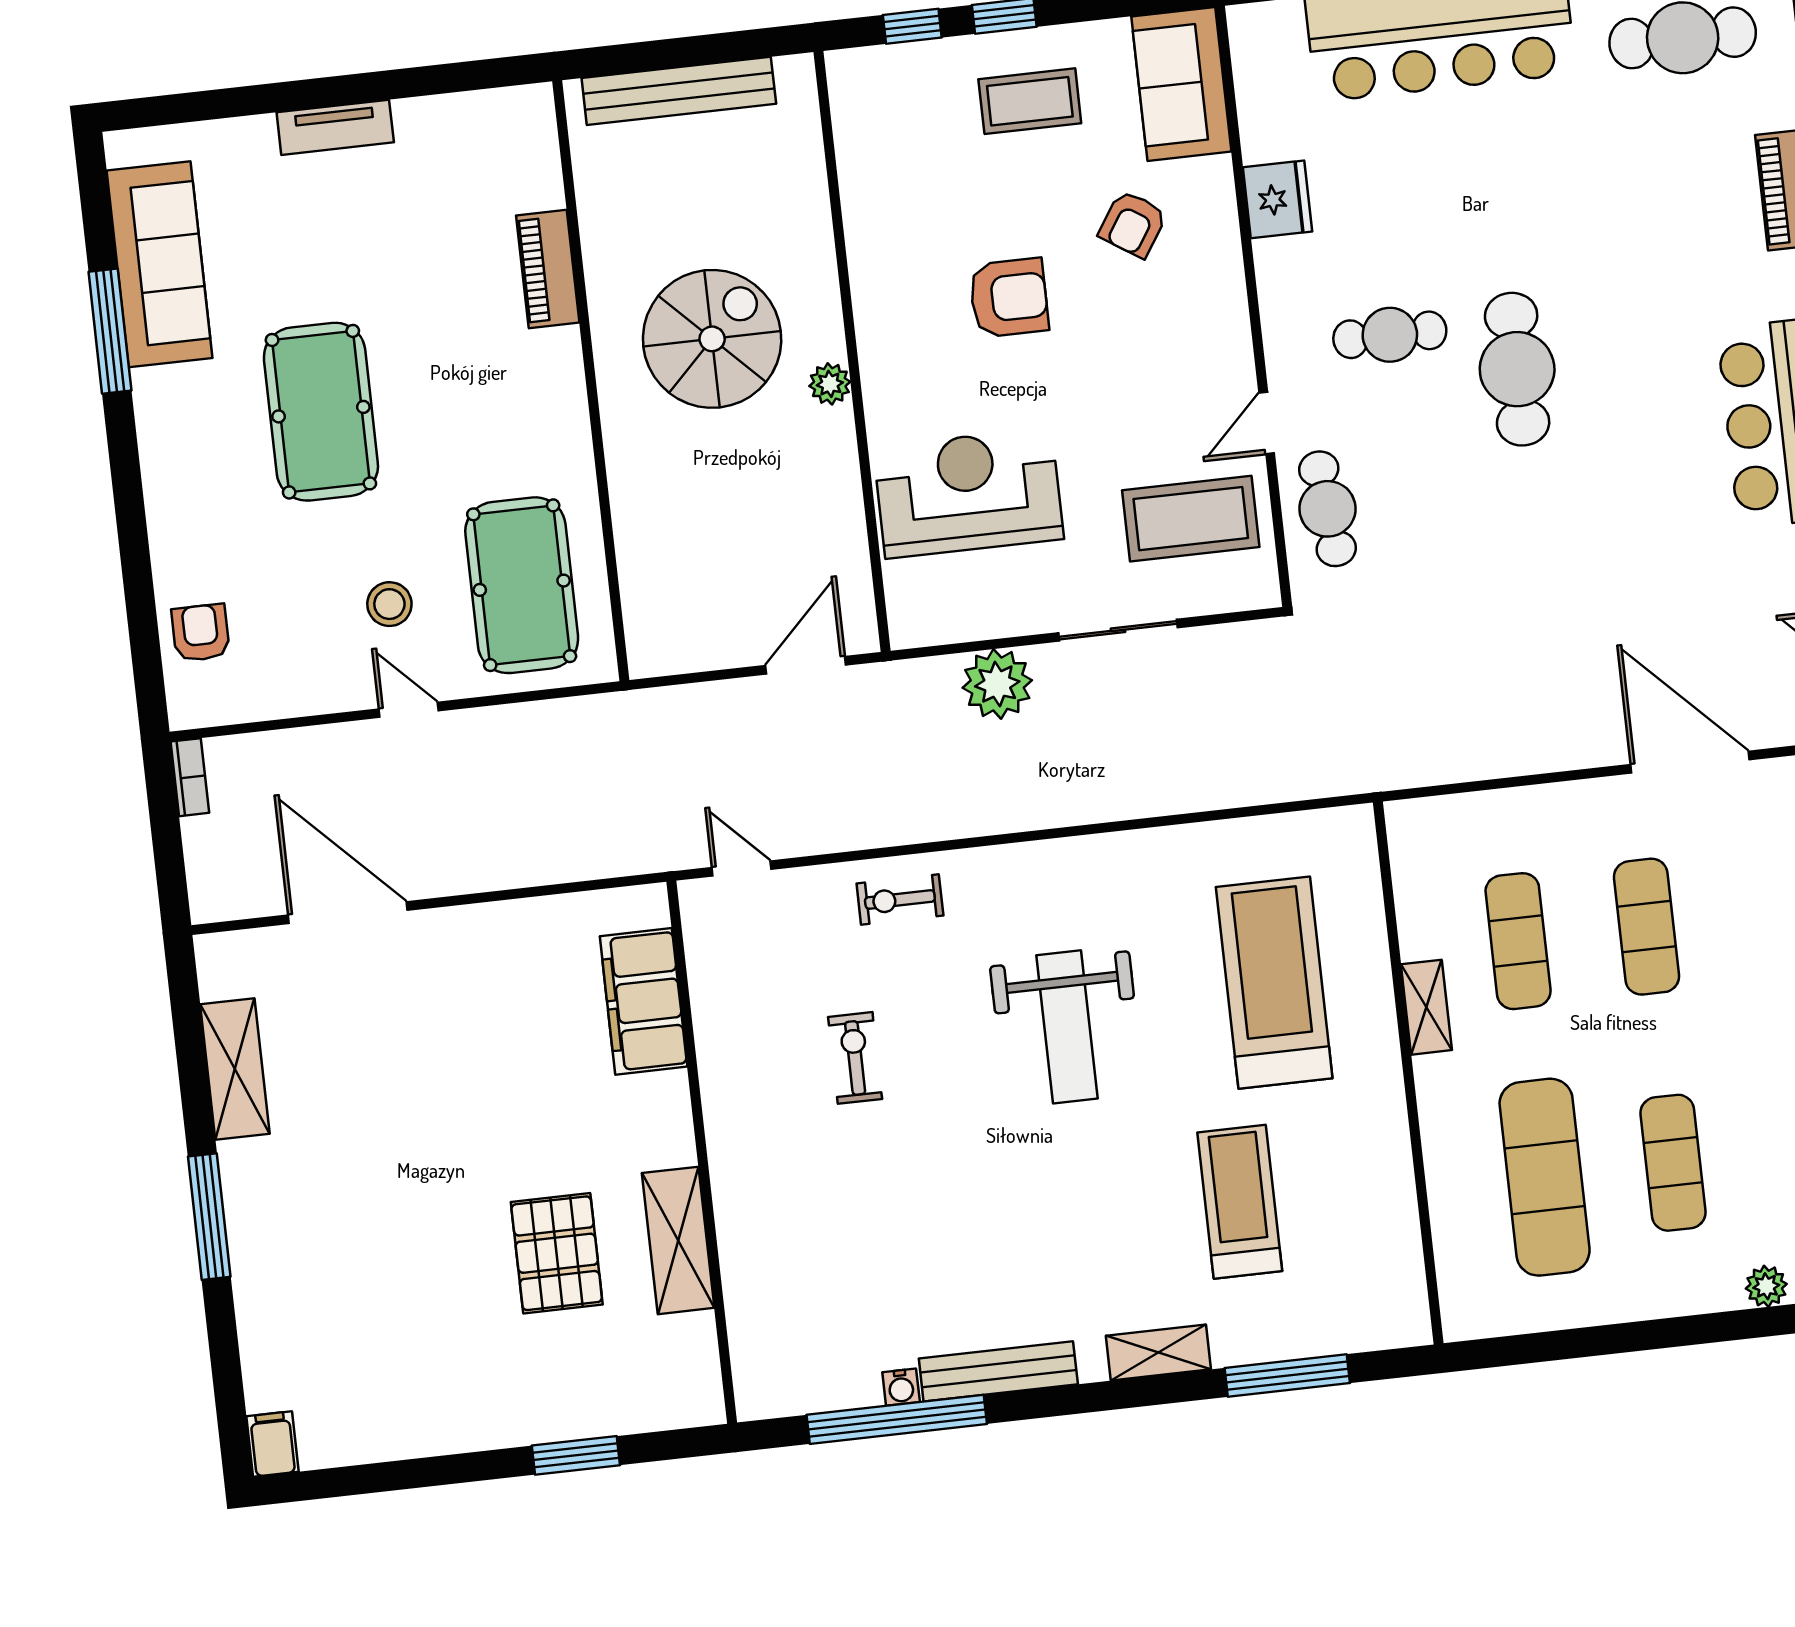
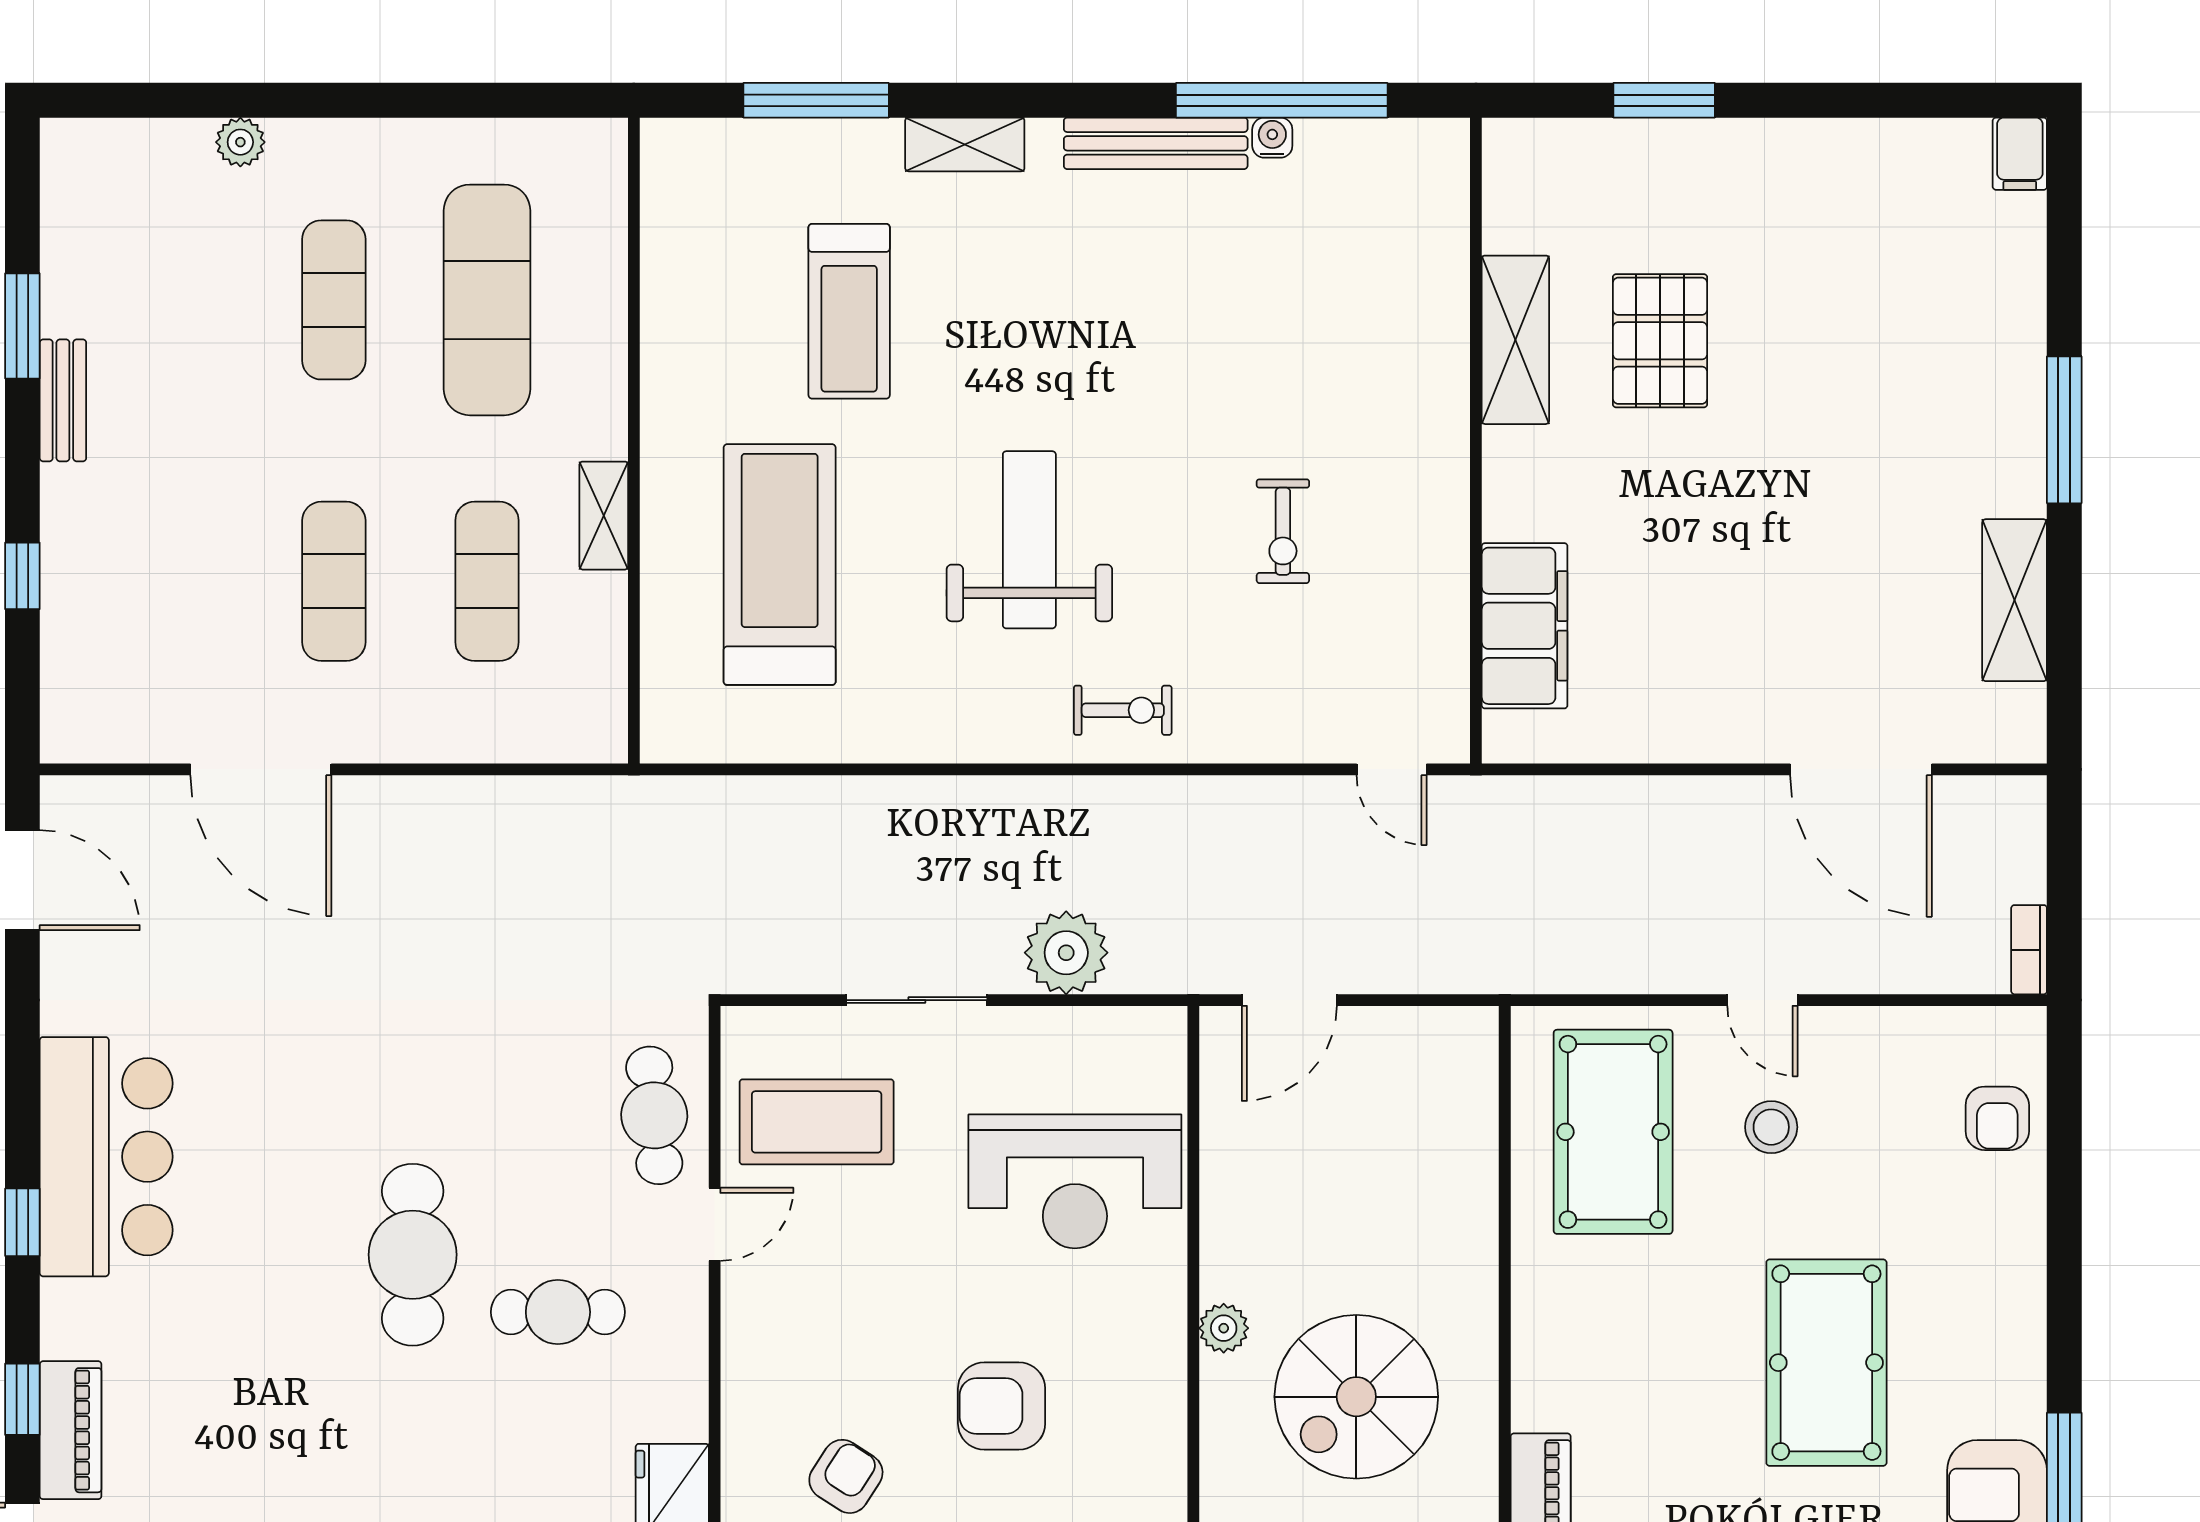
exercise bike: (900, 900) -> (1123, 710), moved
treadmill: (1274, 983) -> (780, 565), turned 180

